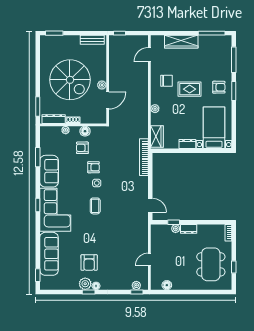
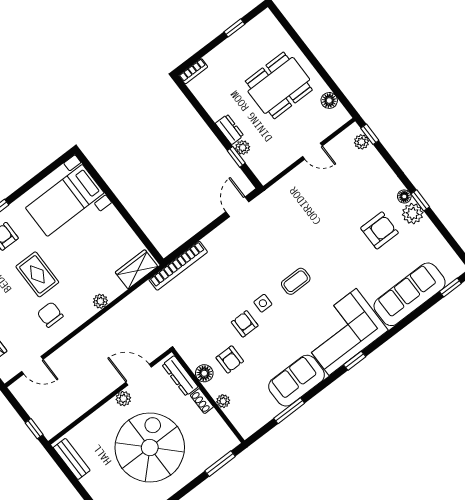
dresser: (54, 119) -> (180, 376), moved
dresser: (187, 144) -> (115, 220), removed
dining table: (211, 264) -> (279, 85), moved

